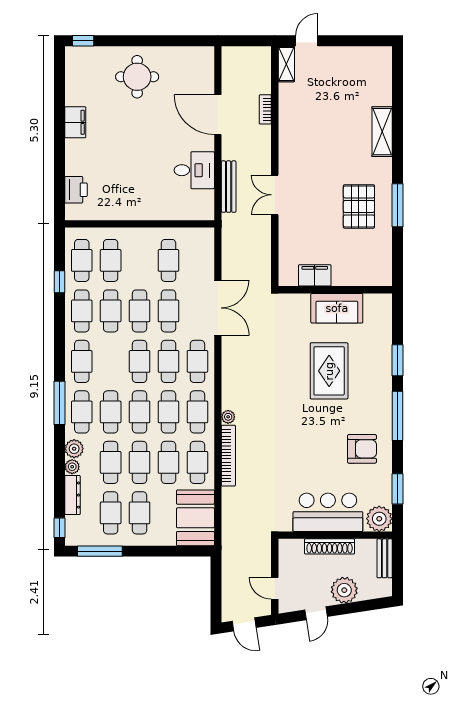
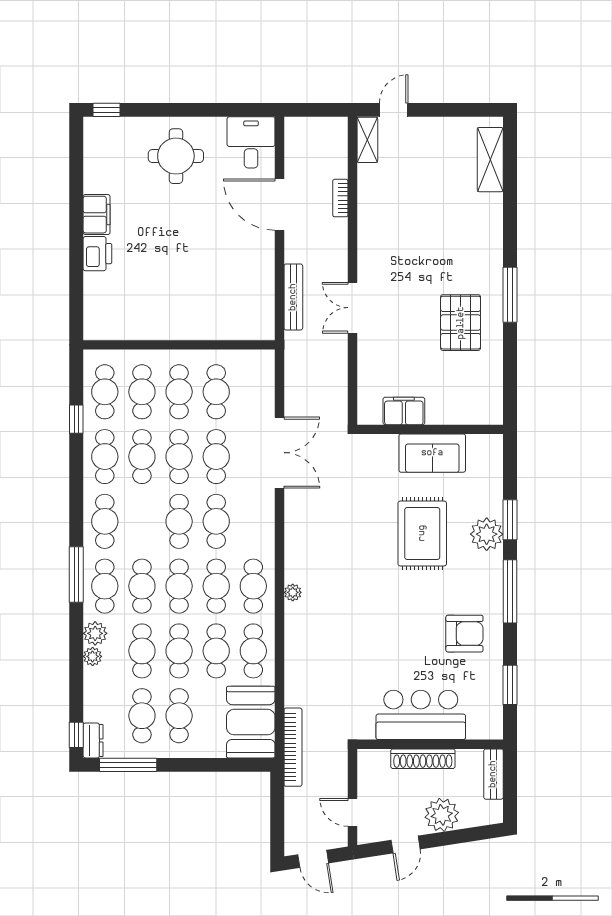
shelving: (382, 132) -> (490, 160), moved
desk: (194, 170) -> (251, 142), moved, turned -90
printer: (76, 190) -> (97, 254), moved
window: (397, 205) -> (510, 295), moved
cafe table: (197, 361) -> (179, 392), moved
bookcase: (228, 456) -> (293, 747), moved
dresser: (73, 495) -> (93, 740), moved, width x0.70
plant: (379, 519) -> (487, 534), moved

